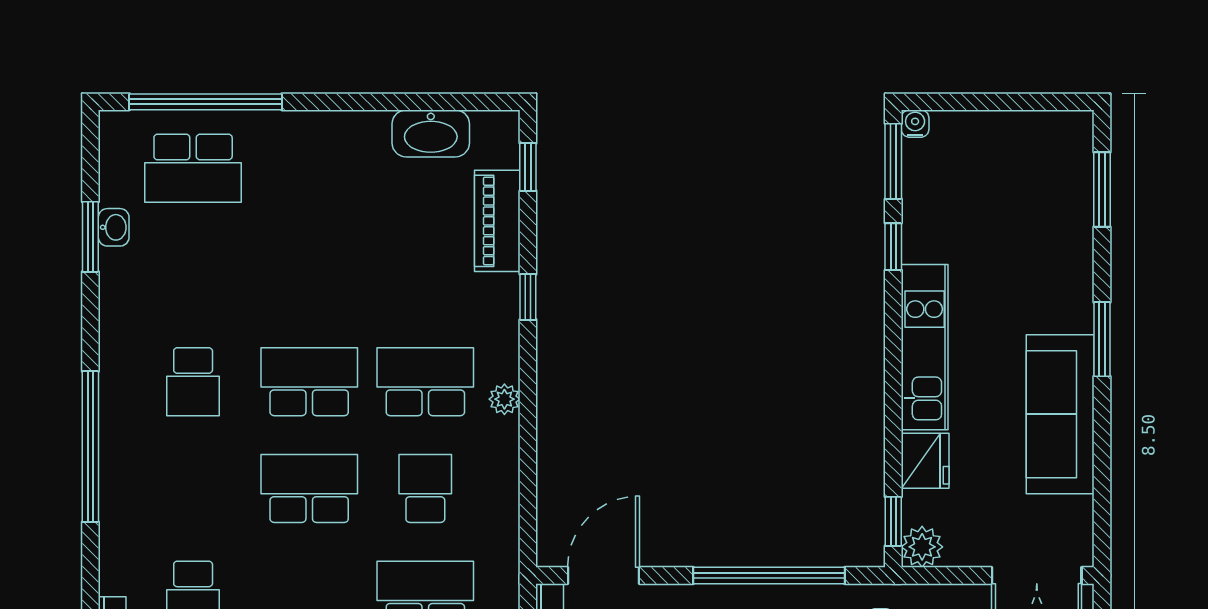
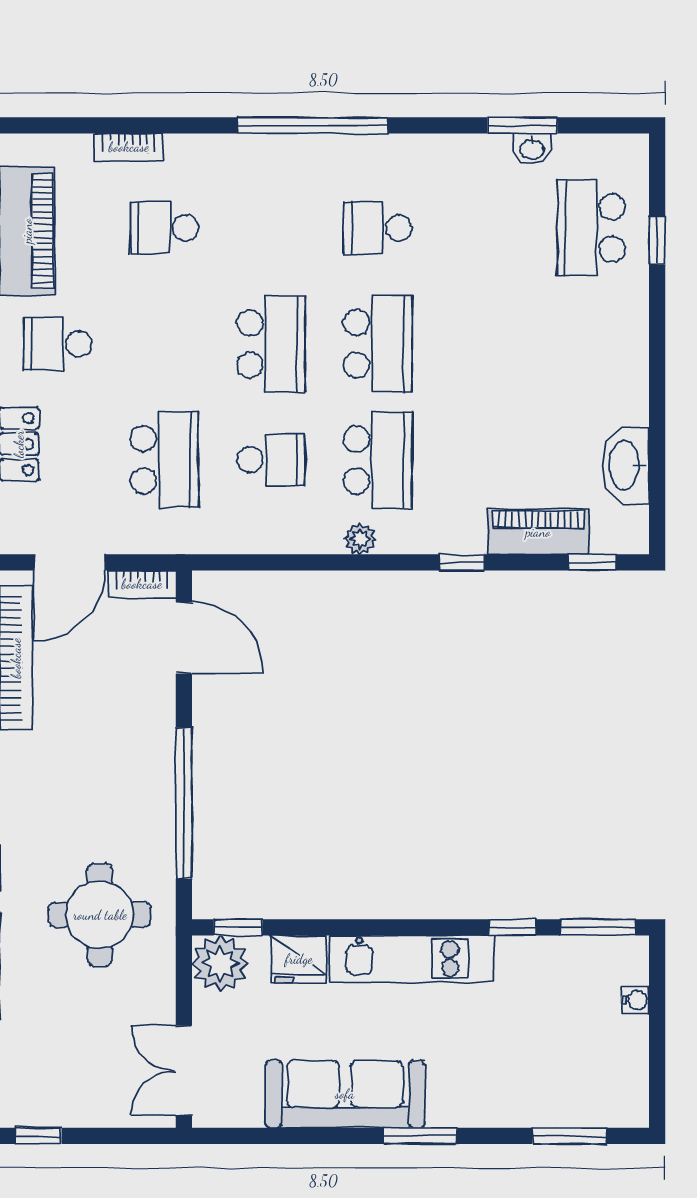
window: (206, 102) -> (657, 240), width x0.32
water cooler: (915, 124) -> (635, 1000), moved
plant: (922, 547) -> (220, 964), width x1.36, depth x1.36

